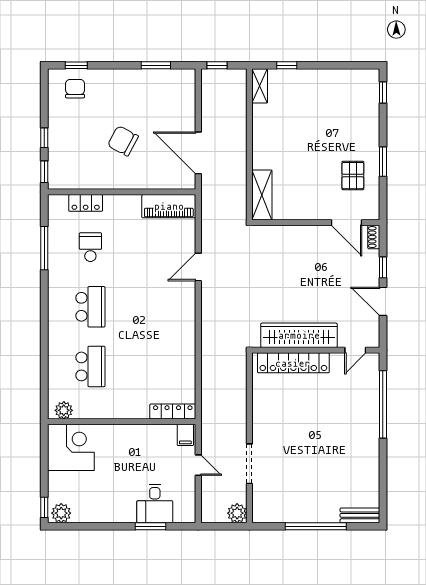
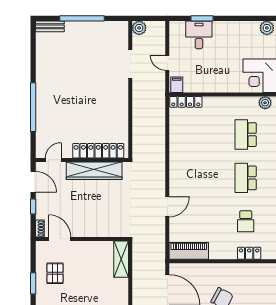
wardrobe: (299, 335) -> (94, 171), moved
wall: (316, 350) -> (82, 160), moved
door: (355, 350) -> (53, 160), moved
locker: (293, 363) -> (98, 151), moved

